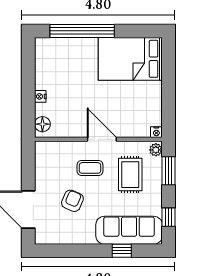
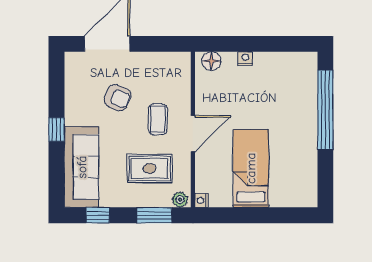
bed: (130, 59) -> (251, 168), moved, width x0.67
window: (122, 251) -> (57, 129), moved

